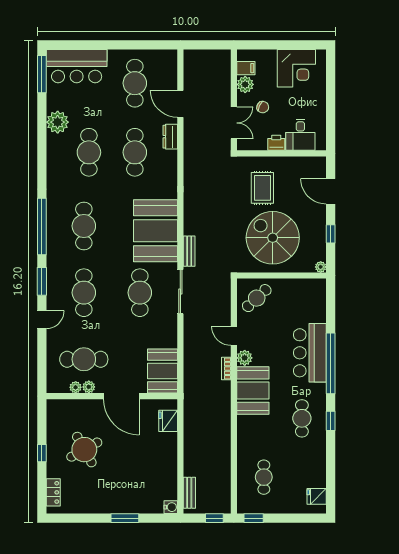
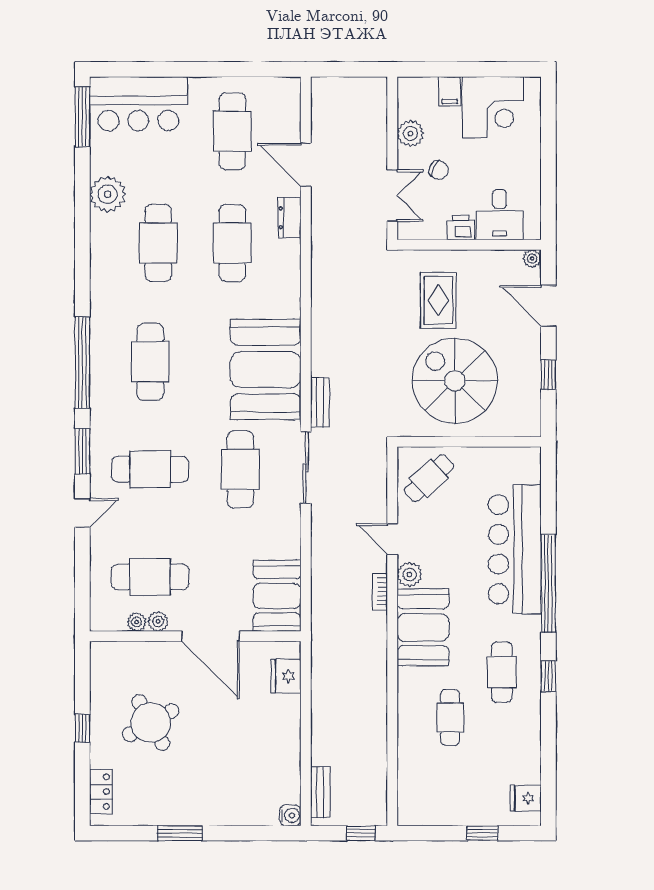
filing cabinet: (246, 68) -> (450, 91), moved, turned 90
plant: (321, 267) -> (532, 259), moved
cafe table: (84, 293) -> (150, 469), turned 90
bar counter: (310, 353) -> (515, 549), width x1.36
cafe table: (264, 477) -> (450, 717), moved
window: (125, 518) -> (180, 833), moved
window: (254, 518) -> (483, 833), moved

